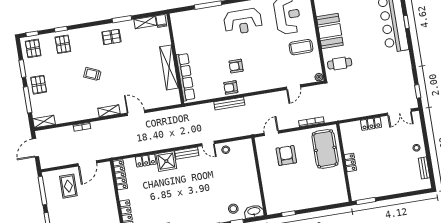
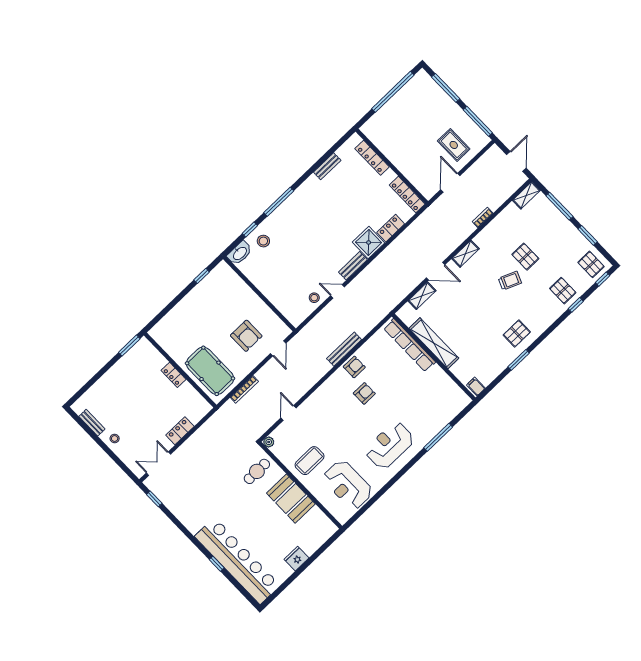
shelving: (145, 22) -> (422, 296), moved
pallet: (39, 85) -> (525, 257), moved

